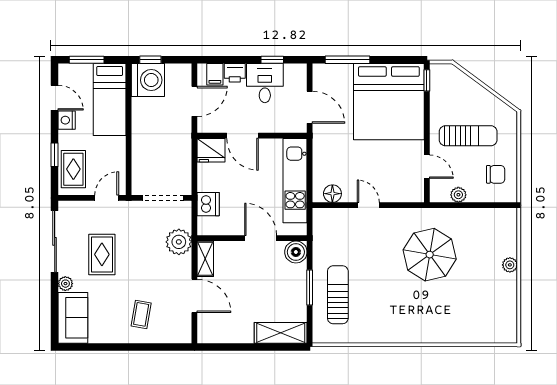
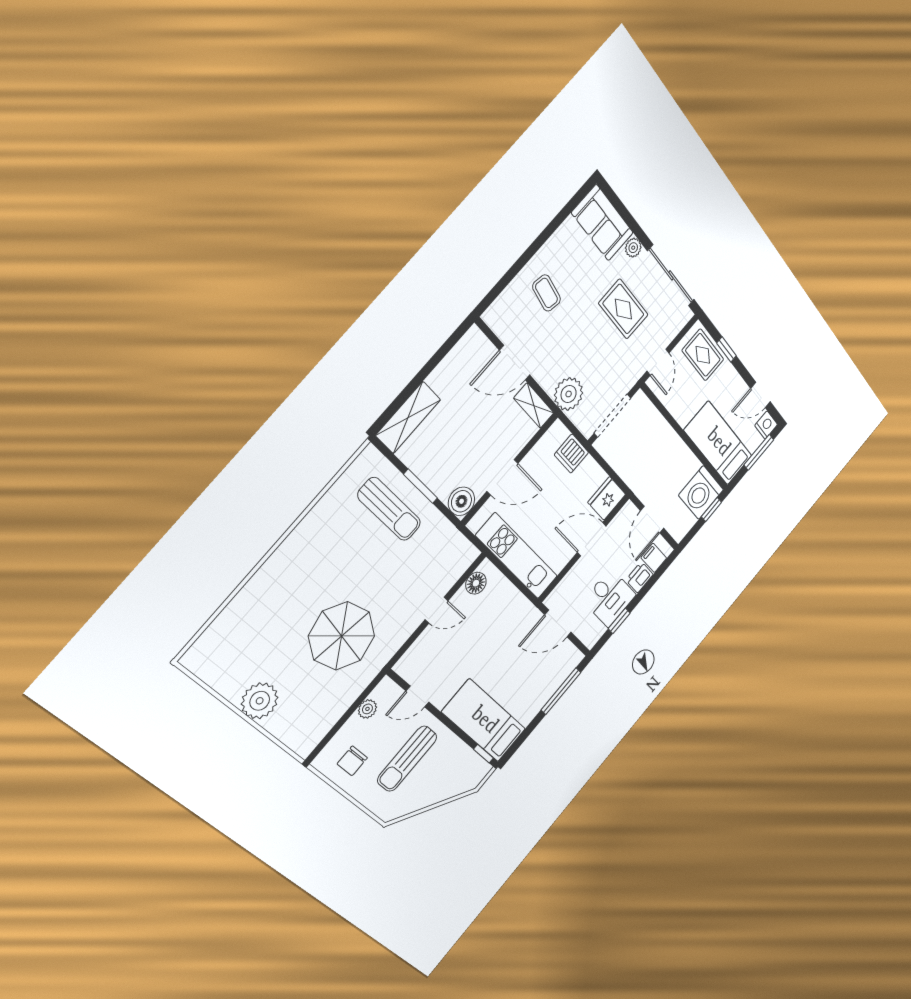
bed: (389, 102) -> (484, 721), width x0.49
nightstand: (67, 120) -> (766, 425), moved
plant: (510, 265) -> (260, 701), width x1.88, depth x1.88

